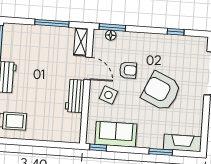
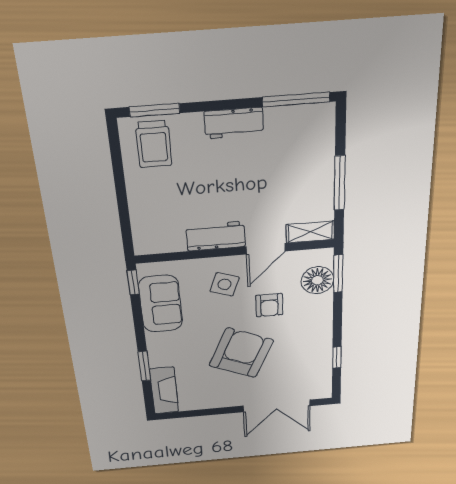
floor lamp: (111, 35) -> (317, 280), width x1.89, depth x1.89

